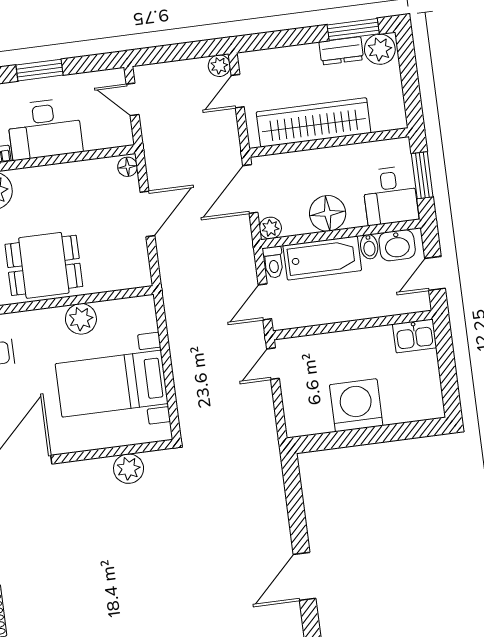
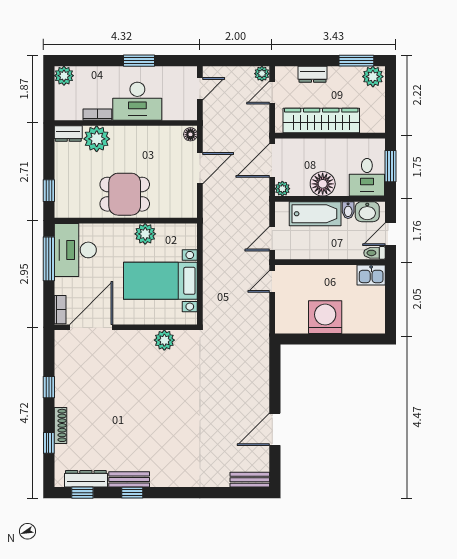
dresser: (341, 51) -> (312, 74), moved
door: (133, 99) -> (200, 89), swing flipped
toilet: (273, 262) -> (374, 253), moved, turned 90

